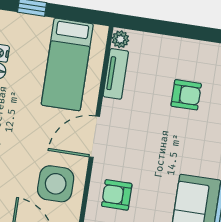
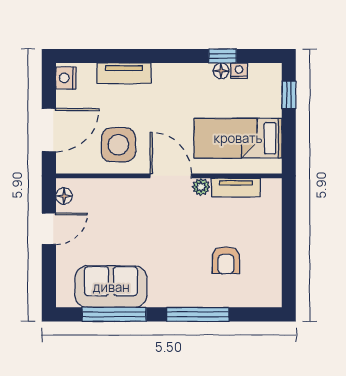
plant: (120, 39) -> (201, 187), moved
armchair: (117, 195) -> (117, 207), removed

